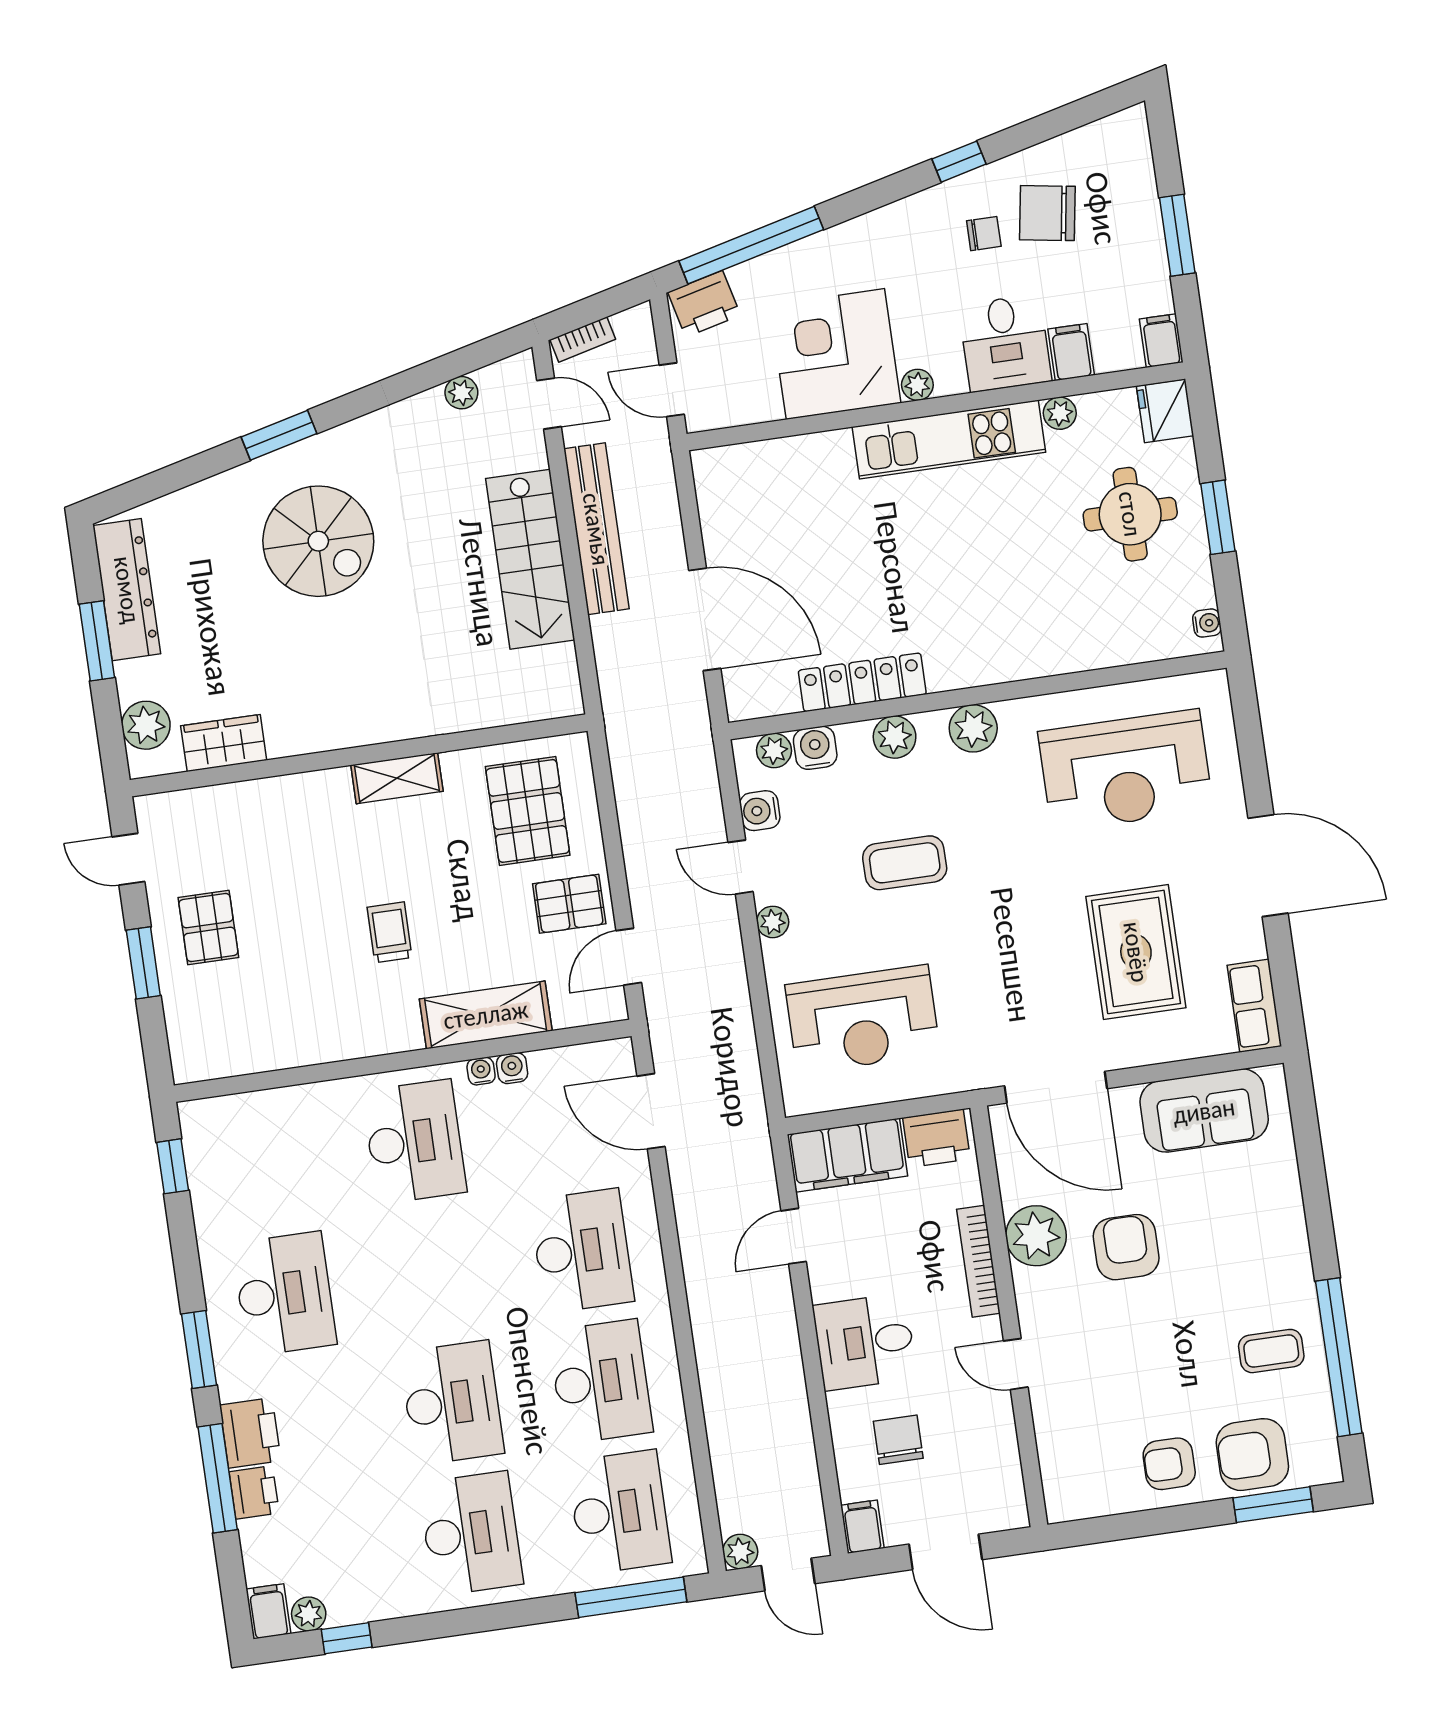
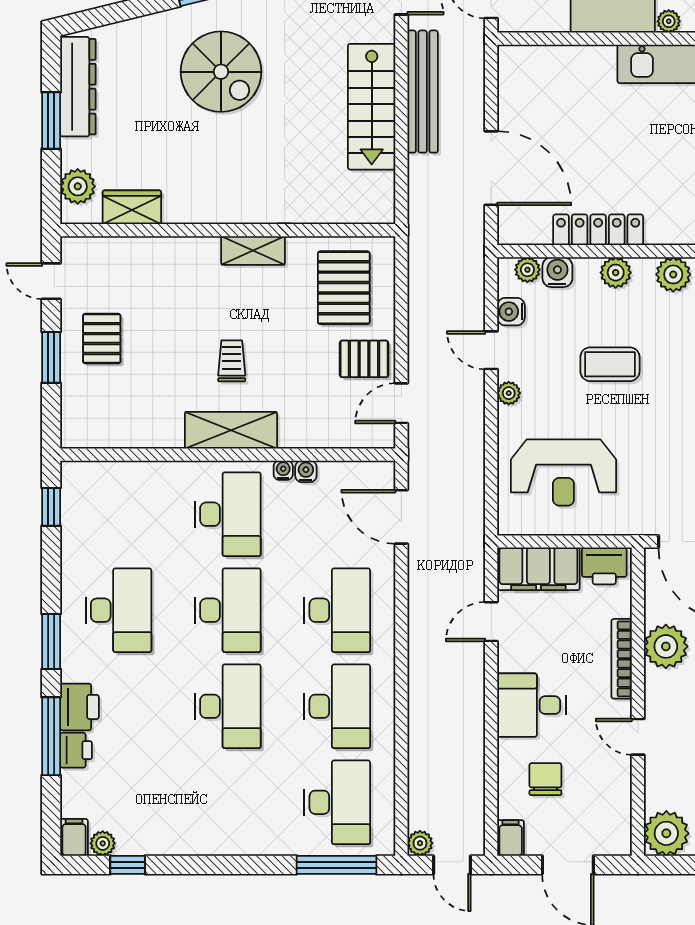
shelving: (486, 1015) -> (231, 430), moved
plant: (1073, 1490) -> (666, 833), added
desk: (471, 1534) -> (228, 610), moved

